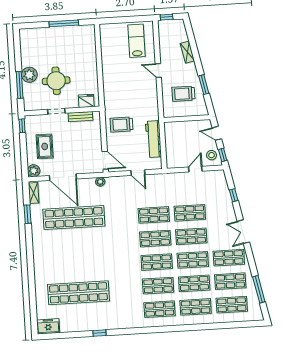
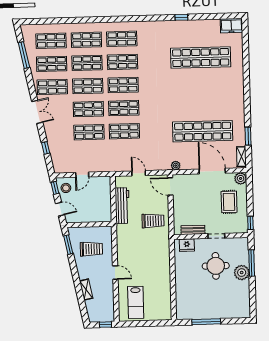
window: (204, 85) -> (68, 245), moved

